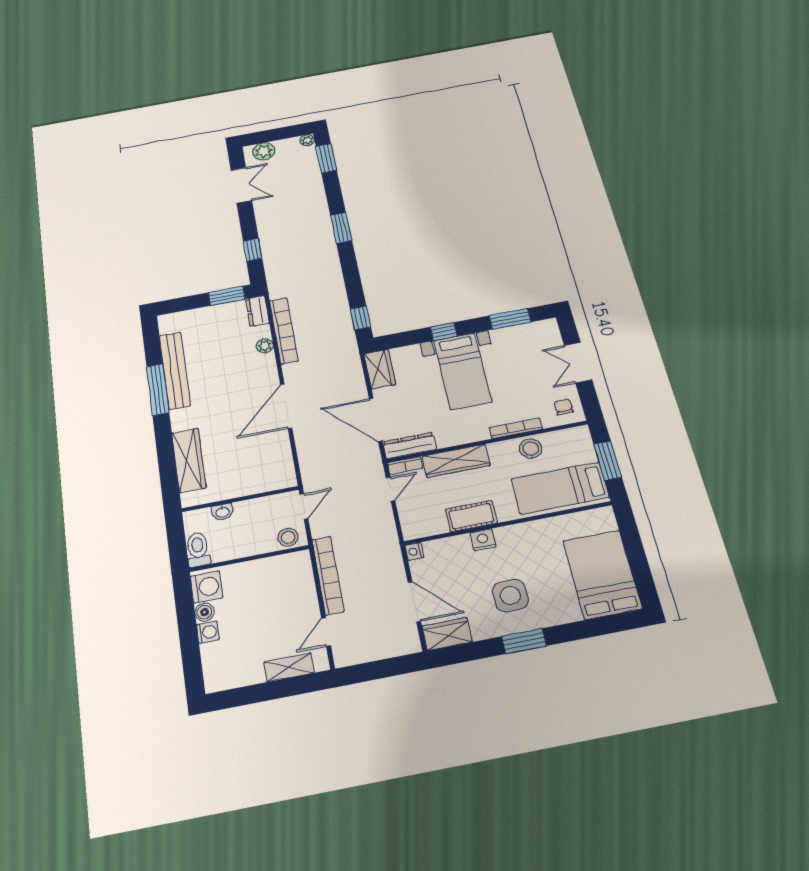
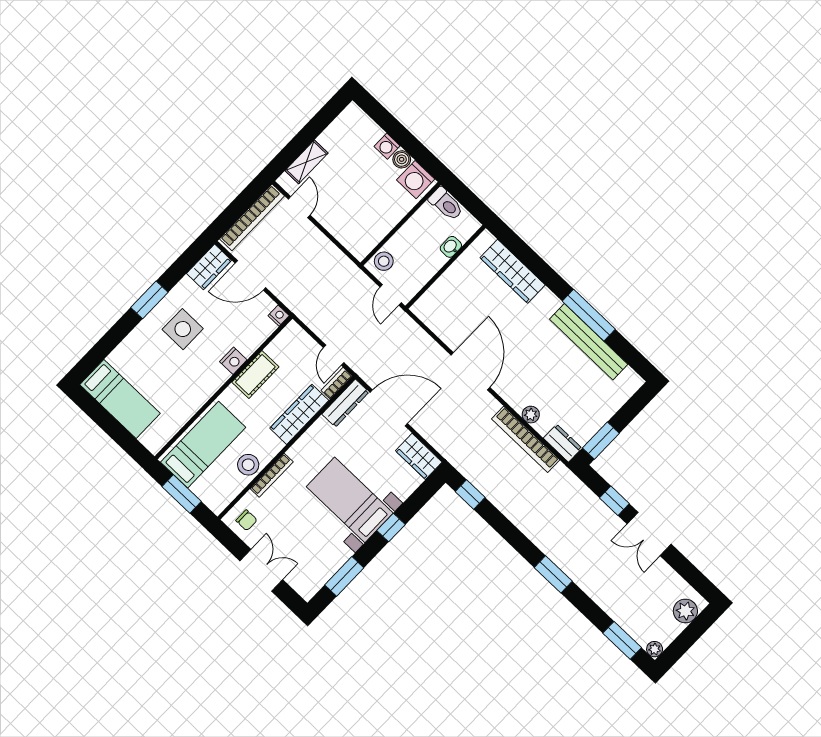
double door: (241, 185) -> (649, 534), moved
bed: (602, 574) -> (120, 399), width x0.67
bookcase: (328, 575) -> (252, 217), moved, turned -90

